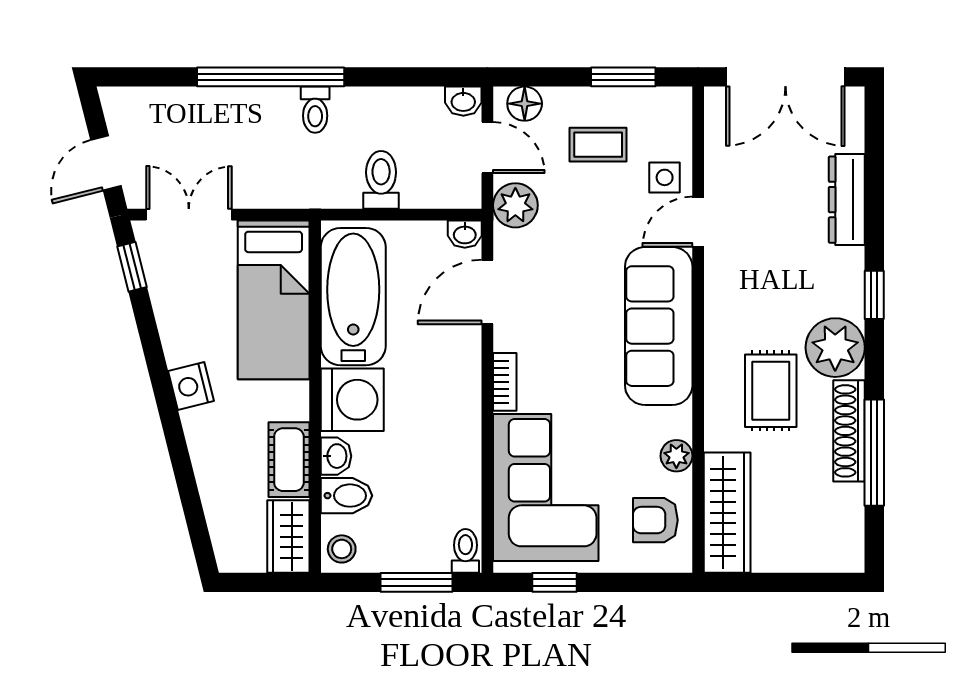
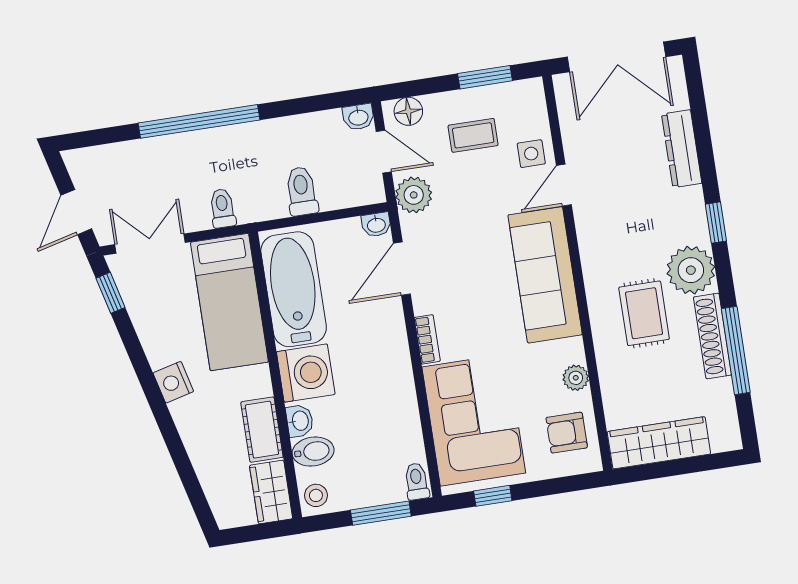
toilet: (315, 110) -> (222, 208), moved, turned 180
wardrobe: (727, 513) -> (659, 443), moved, turned -90

